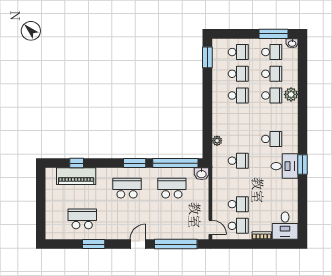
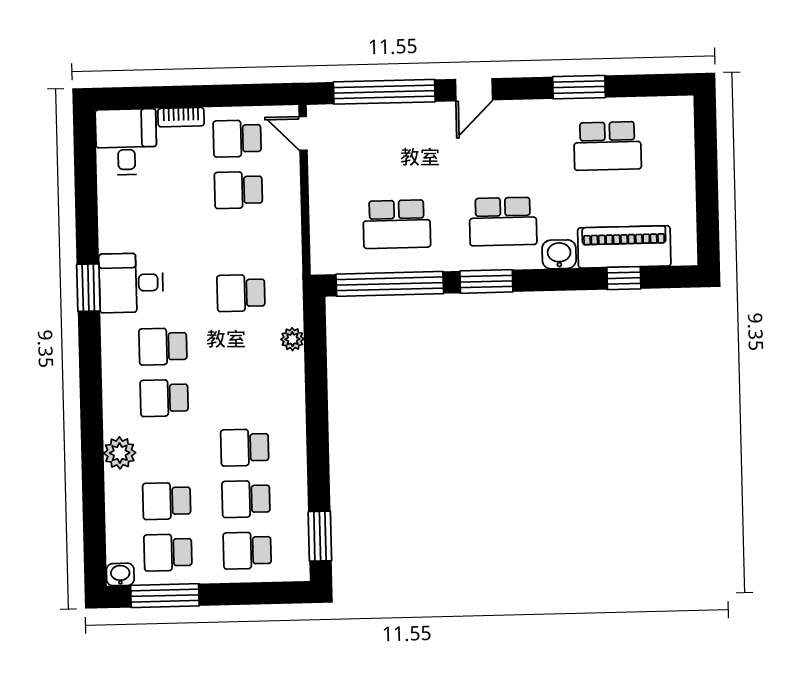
school desk: (272, 95) -> (164, 398), moved
washbasin: (202, 174) -> (559, 254), moved

